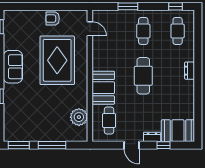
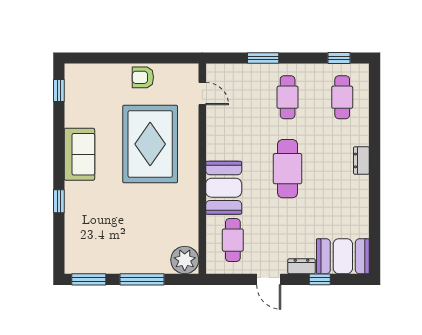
plant: (79, 117) -> (185, 260), moved

